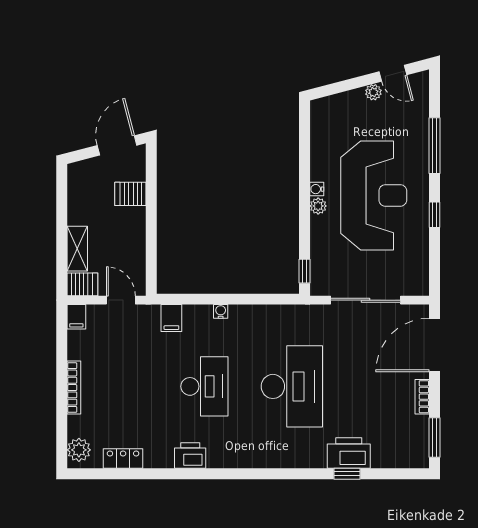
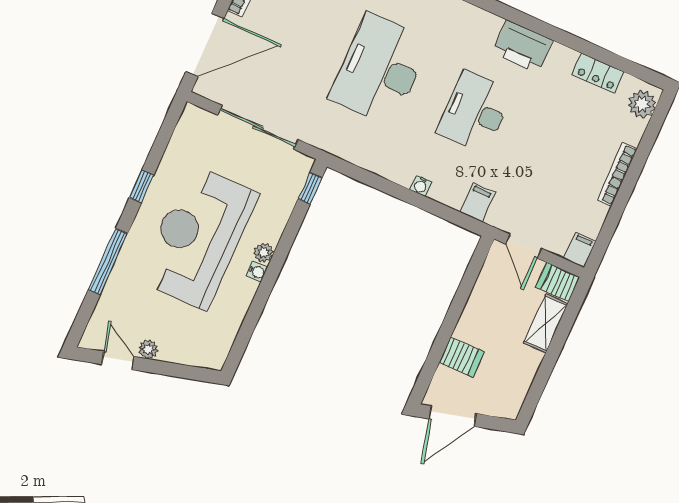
printer: (190, 456) -> (523, 47), width x1.37, depth x1.19

